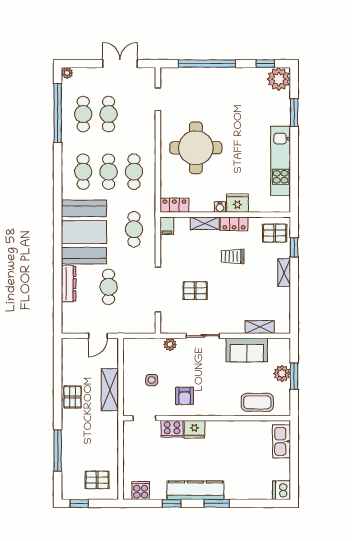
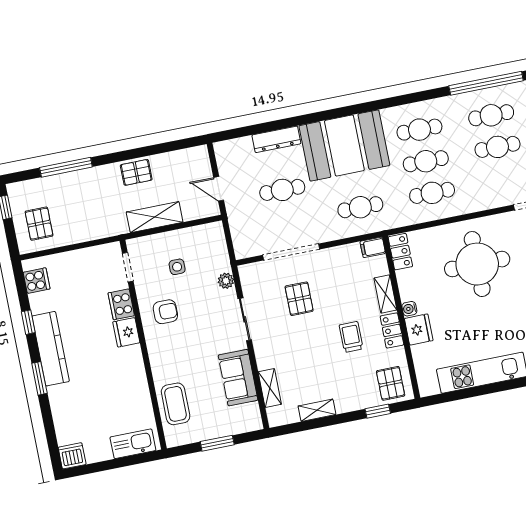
shelving: (284, 273) -> (317, 410), moved
plant: (282, 373) -> (218, 427), removed
armchair: (185, 396) -> (165, 312), turned 180

